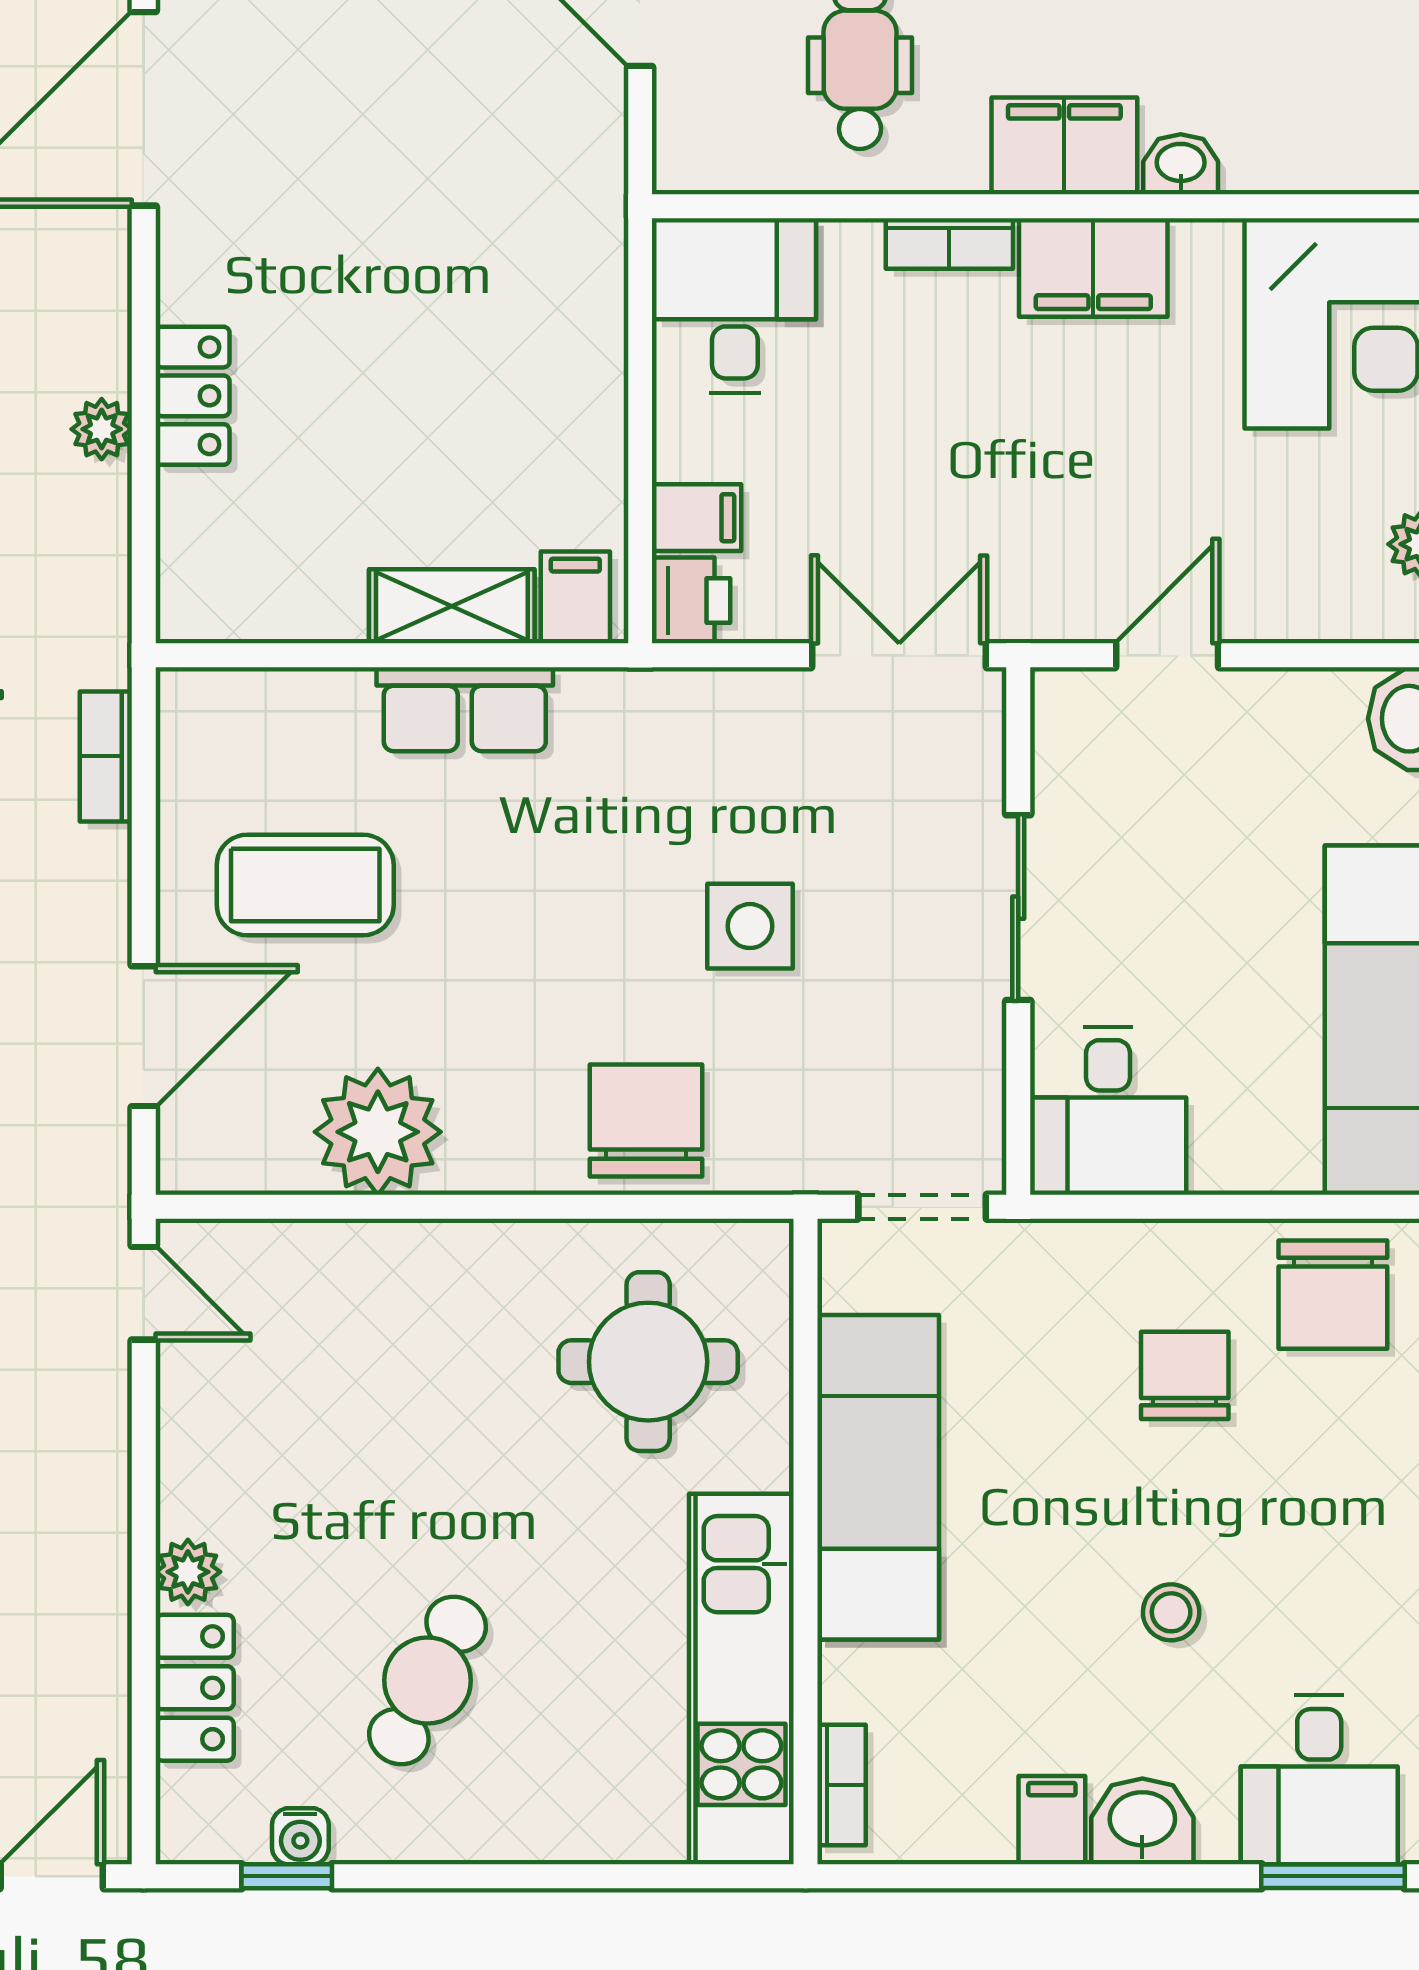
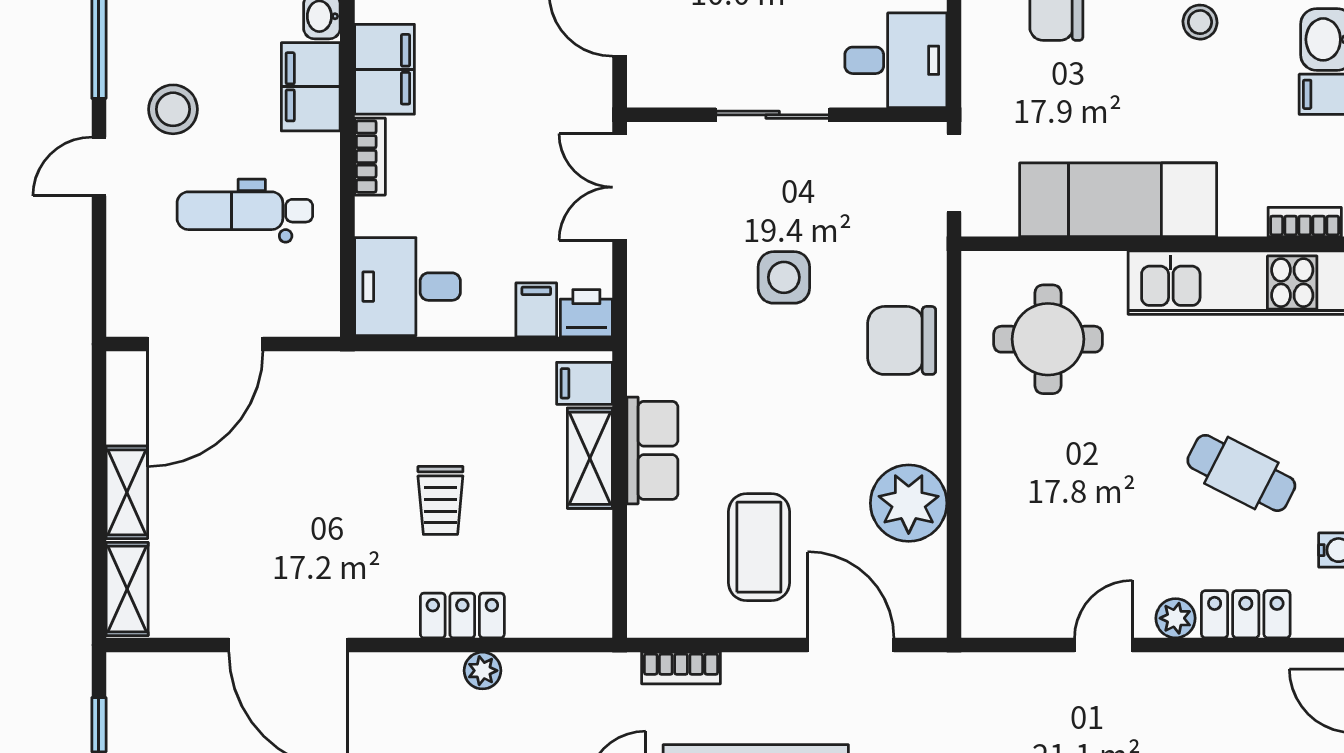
trolley: (382, 360) -> (440, 500), added
door: (144, 1293) -> (1103, 645), moved

